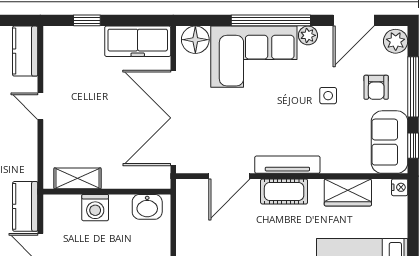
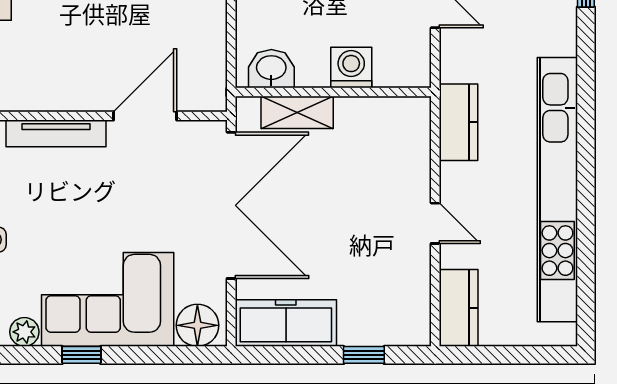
window: (271, 20) -> (81, 355), width x0.32
shelving: (77, 178) -> (297, 112), moved
cot: (284, 191) -> (61, 92), removed
kitchen counter: (25, 206) -> (459, 122), moved

